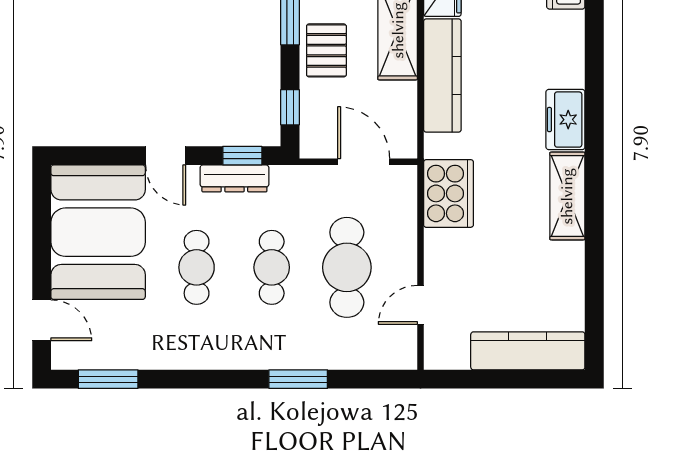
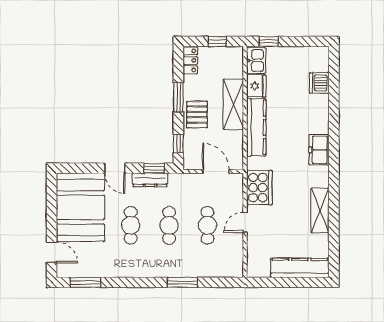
shelving: (567, 196) -> (320, 210), moved
cafe table: (347, 267) -> (207, 225), width x0.73, depth x0.74
door: (420, 305) -> (245, 222), moved

